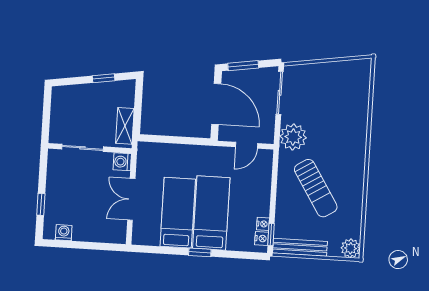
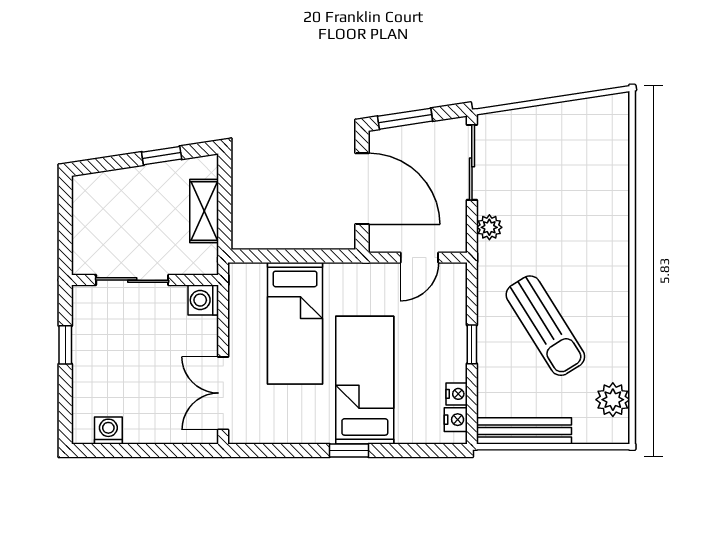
shelving: (125, 126) -> (204, 211), moved
plant: (293, 137) -> (489, 227), width x0.53, depth x0.53
double door: (131, 199) -> (223, 393), moved
window: (41, 204) -> (65, 345), moved
bed: (178, 213) -> (295, 323), moved, turned 180
window: (271, 235) -> (472, 344), moved
plant: (351, 248) -> (613, 400), moved

